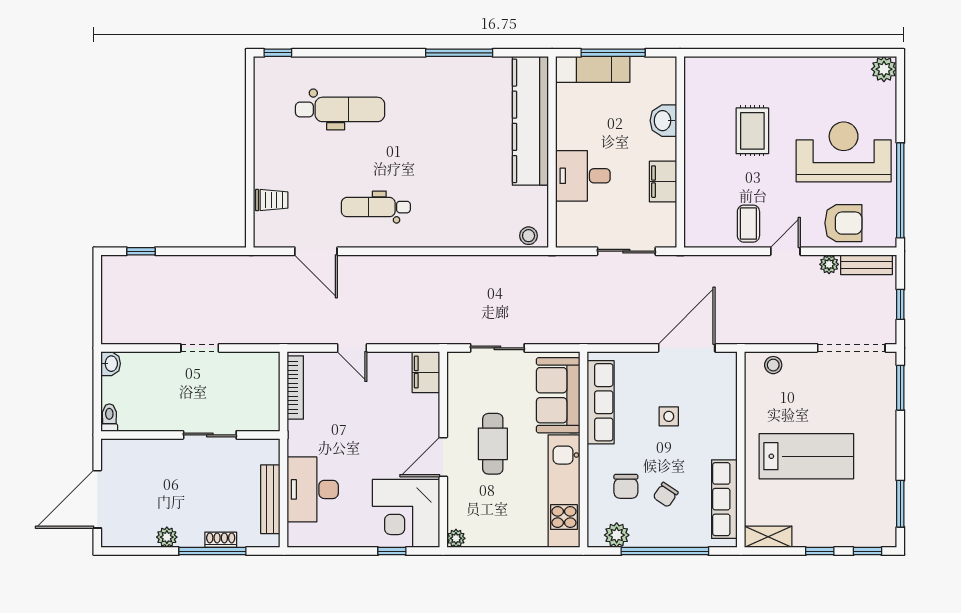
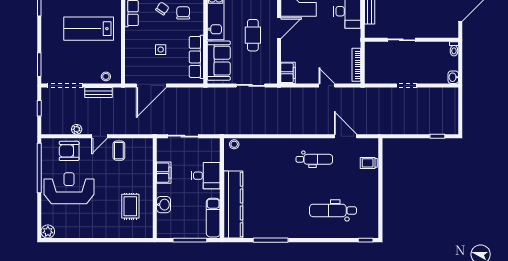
exam couch: (593, 69) -> (213, 218), moved, turned -90
rug: (752, 131) -> (130, 206), moved
reception desk: (844, 152) -> (69, 188), turned 180
bench: (866, 265) -> (98, 93), moved

